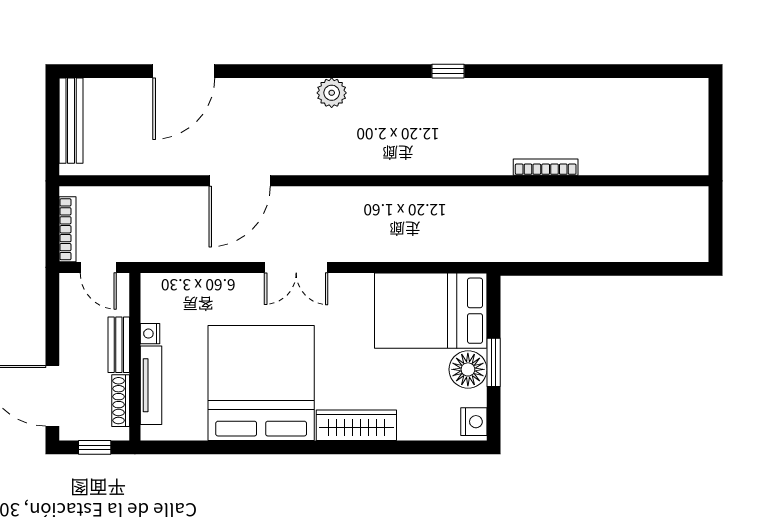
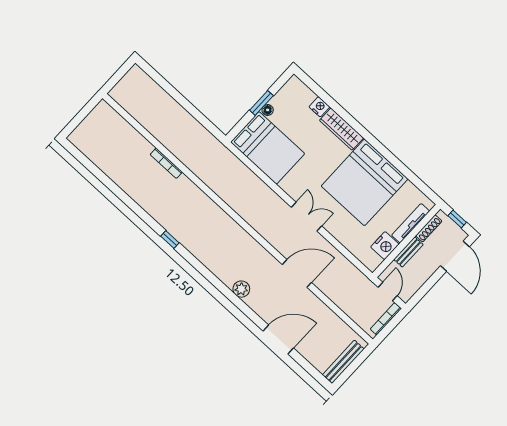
plant: (332, 93) -> (241, 289), moved
nightstand: (150, 334) -> (385, 246), width x1.89, depth x1.79
floor lamp: (468, 369) -> (268, 110), width x0.53, depth x0.53
nightstand: (474, 422) -> (319, 107), moved, turned 90

